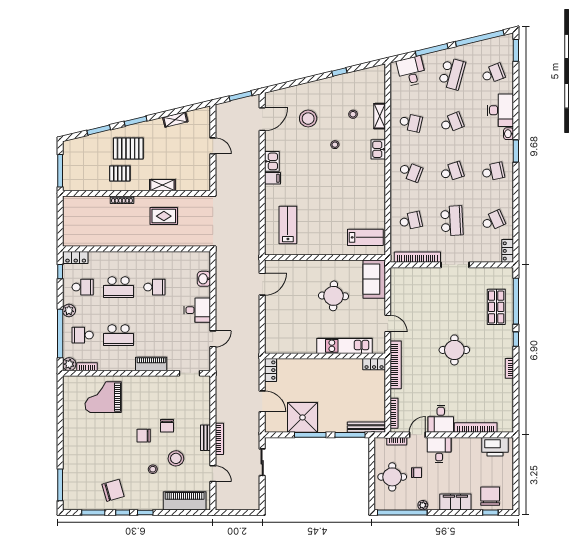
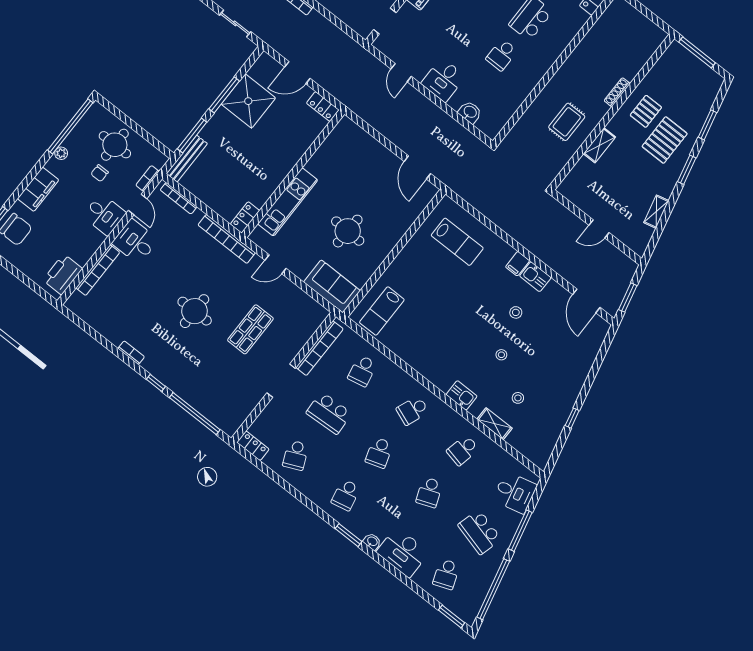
stool: (308, 119) -> (516, 312), moved, width x0.53, depth x0.53
shop shelf: (496, 307) -> (250, 329), moved, turned 90

